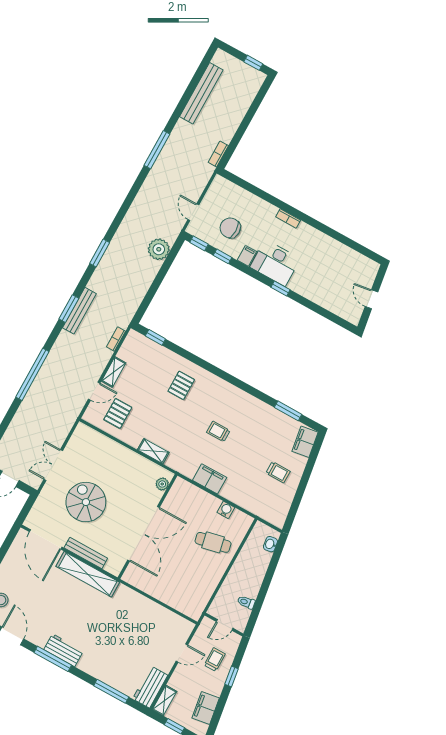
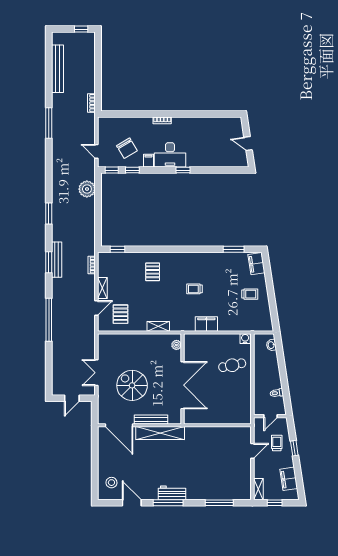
chair: (230, 228) -> (127, 148), turned -121
water cooler: (226, 510) -> (245, 339), moved
workbench: (150, 687) -> (244, 485), removed

